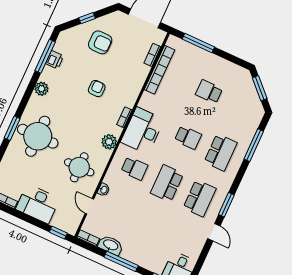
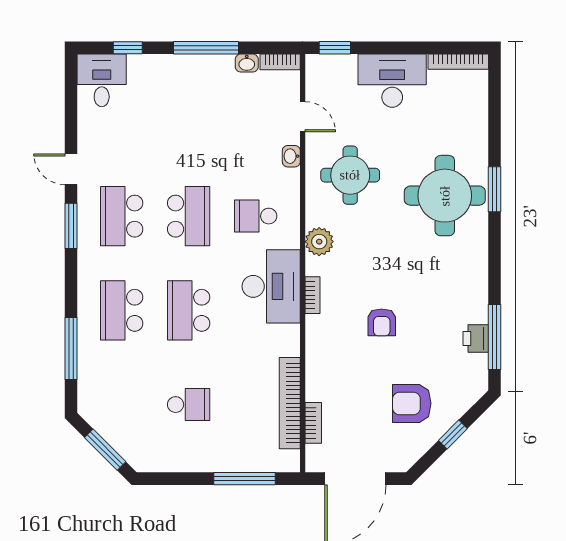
plant: (41, 89) -> (475, 279), removed
school desk: (188, 137) -> (189, 310), width x1.85
washbasin: (111, 245) -> (247, 63), width x0.52, depth x0.69

